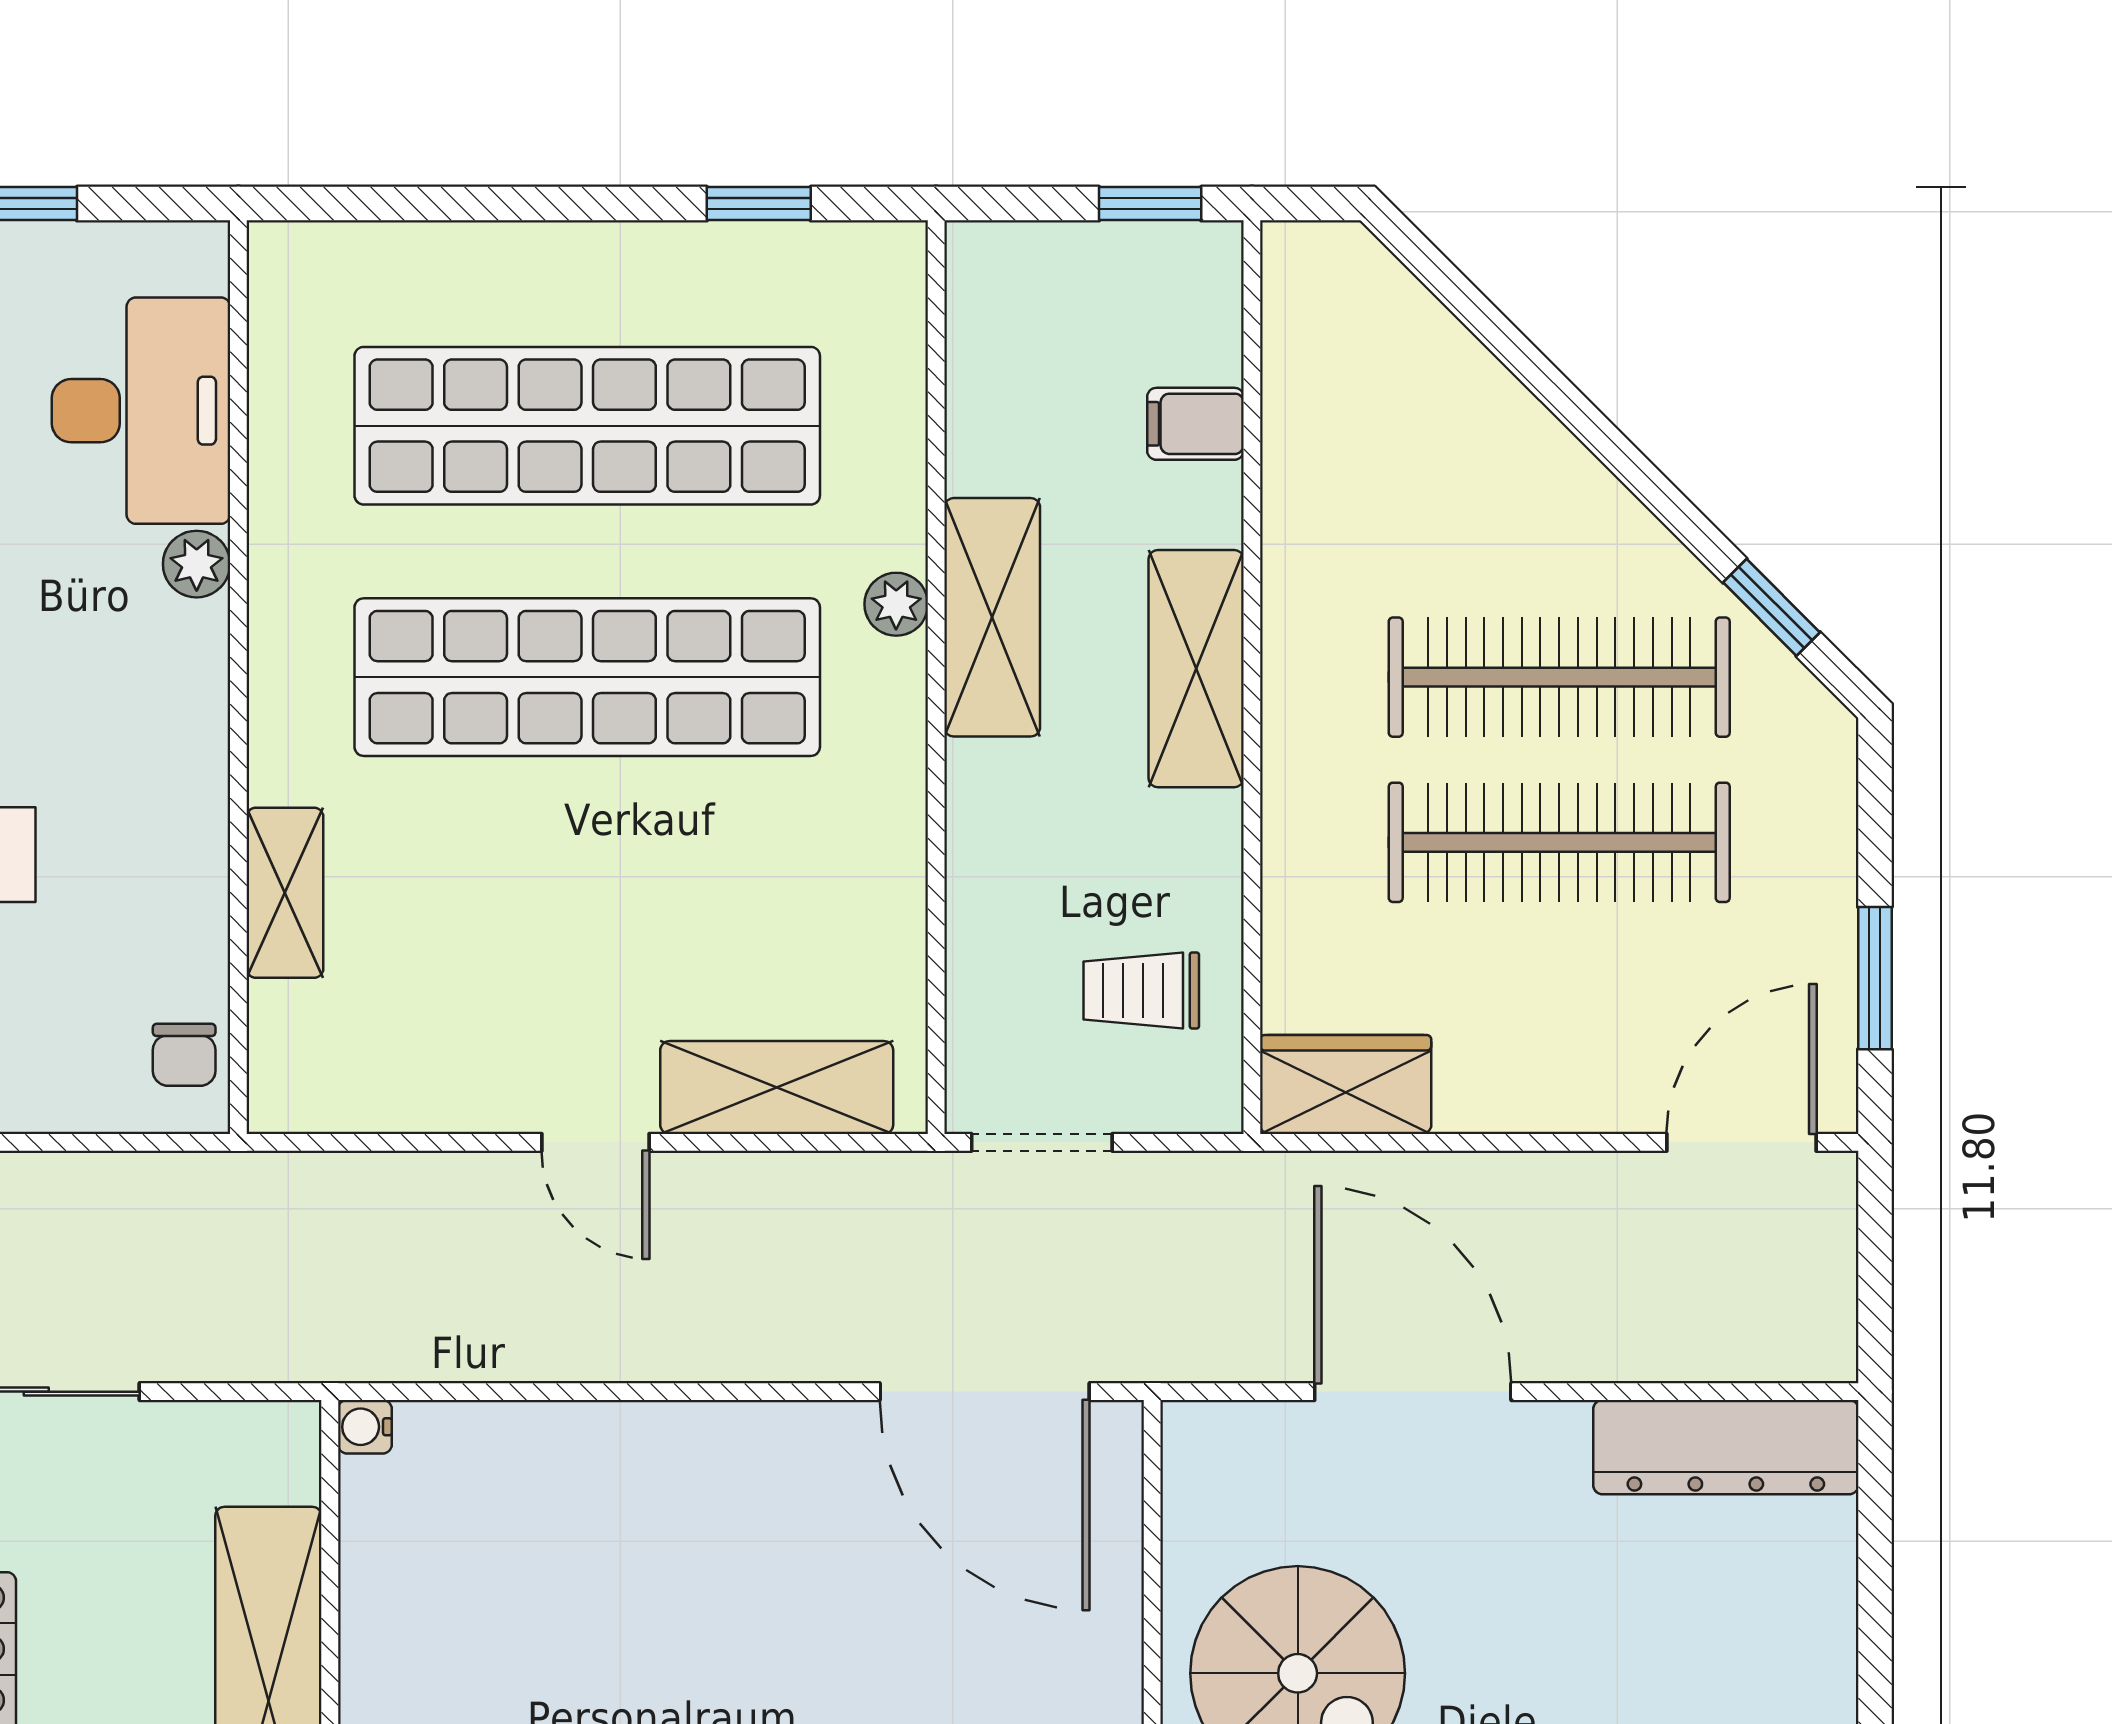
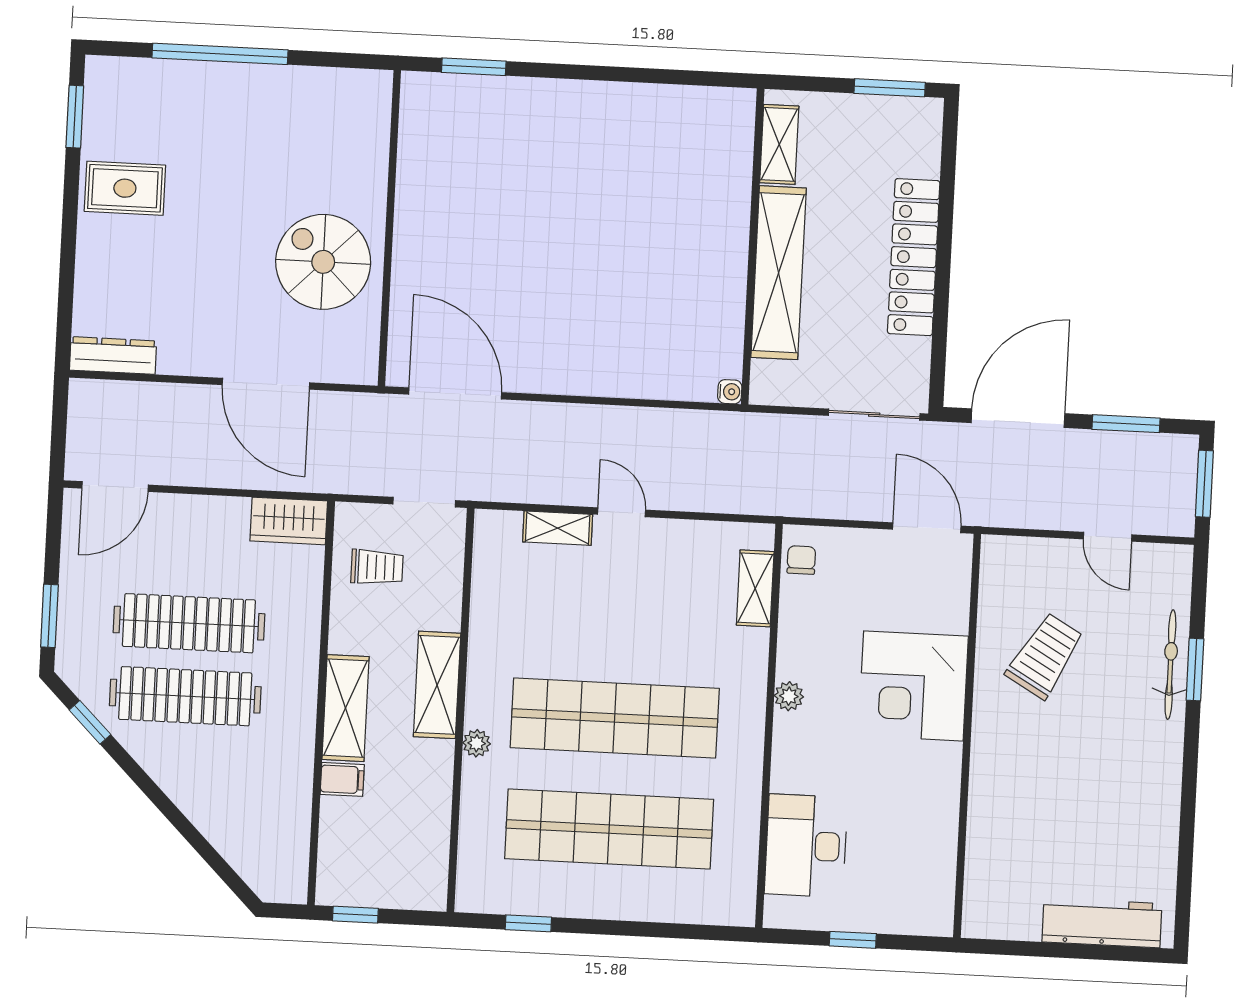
filing cabinet: (1195, 424) -> (342, 779), moved
plant: (197, 564) -> (789, 696), moved
shelving: (992, 617) -> (437, 685), moved
shelving: (285, 893) -> (755, 588), moved
window: (1875, 978) -> (49, 616), moved
shelving: (777, 1088) -> (558, 528), width x0.67, depth x0.75
dresser: (1726, 1447) -> (113, 356), width x0.73, depth x0.80

